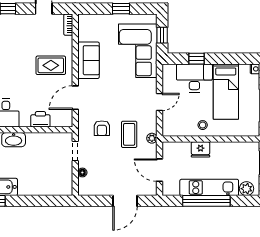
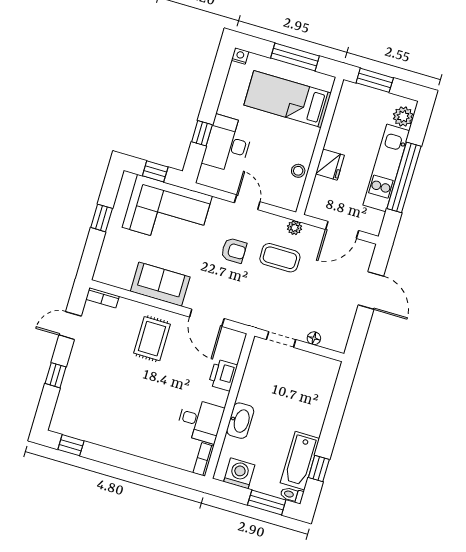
bed: (226, 92) -> (287, 99), moved, turned 180
stool: (203, 125) -> (298, 171), moved
armchair: (102, 128) -> (234, 251), moved

